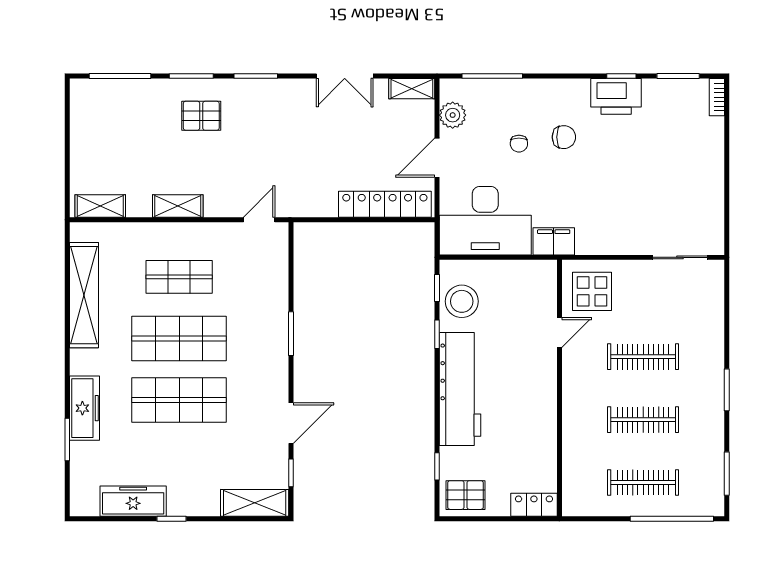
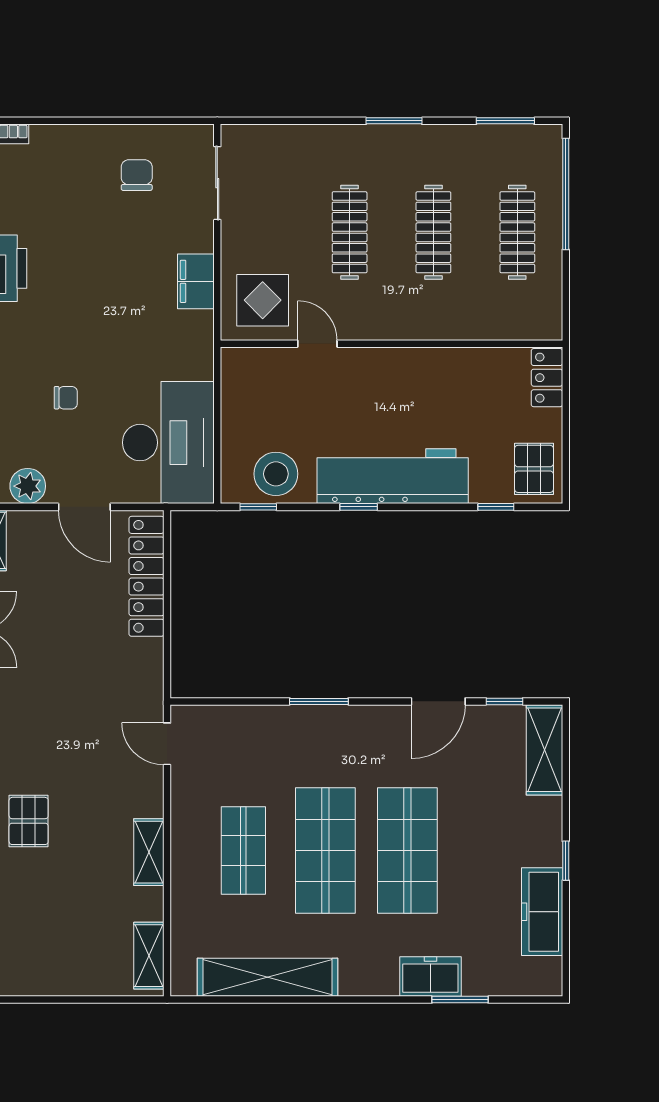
chair: (564, 137) -> (137, 175), moved
filing cabinet: (554, 241) -> (196, 281), moved
window: (437, 334) -> (359, 507), moved
freezer: (84, 408) -> (430, 977), width x0.71
door: (291, 423) -> (438, 701), swing flipped

